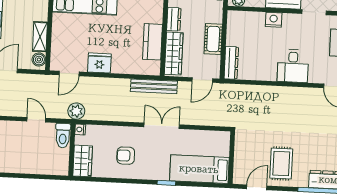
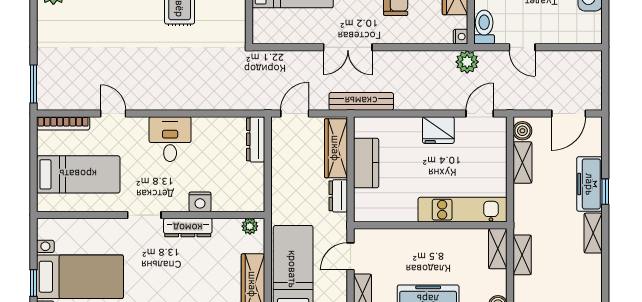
cot: (213, 39) -> (282, 171), removed

